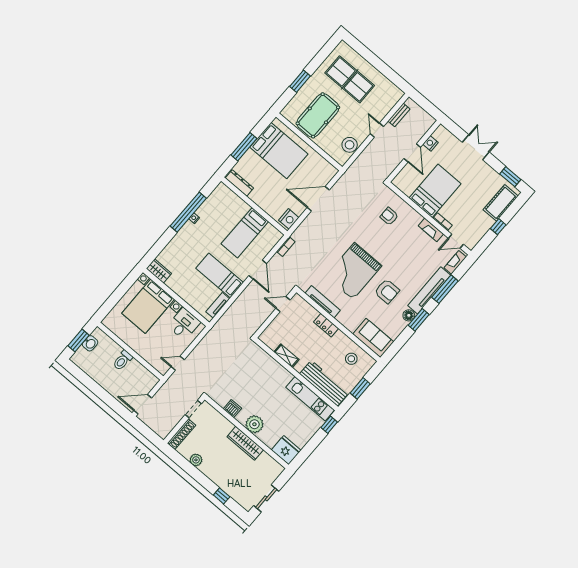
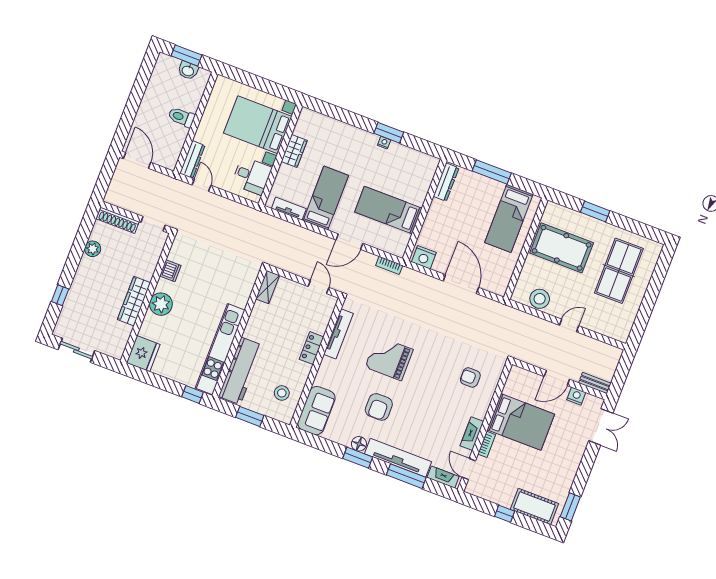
bench: (399, 115) -> (595, 383), moved
double door: (476, 147) -> (601, 427), moved
bed: (279, 151) -> (509, 218), width x0.67
window: (188, 212) -> (389, 133), width x0.47
armchair: (389, 216) -> (470, 378), turned -90
wardrobe: (159, 271) -> (294, 151), moved
grand piano: (354, 271) -> (389, 358), width x0.73, depth x0.68
shelving: (286, 356) -> (268, 287), moved
dresser: (156, 363) -> (192, 159), added
kitchen unit: (310, 399) -> (220, 349), width x1.36

